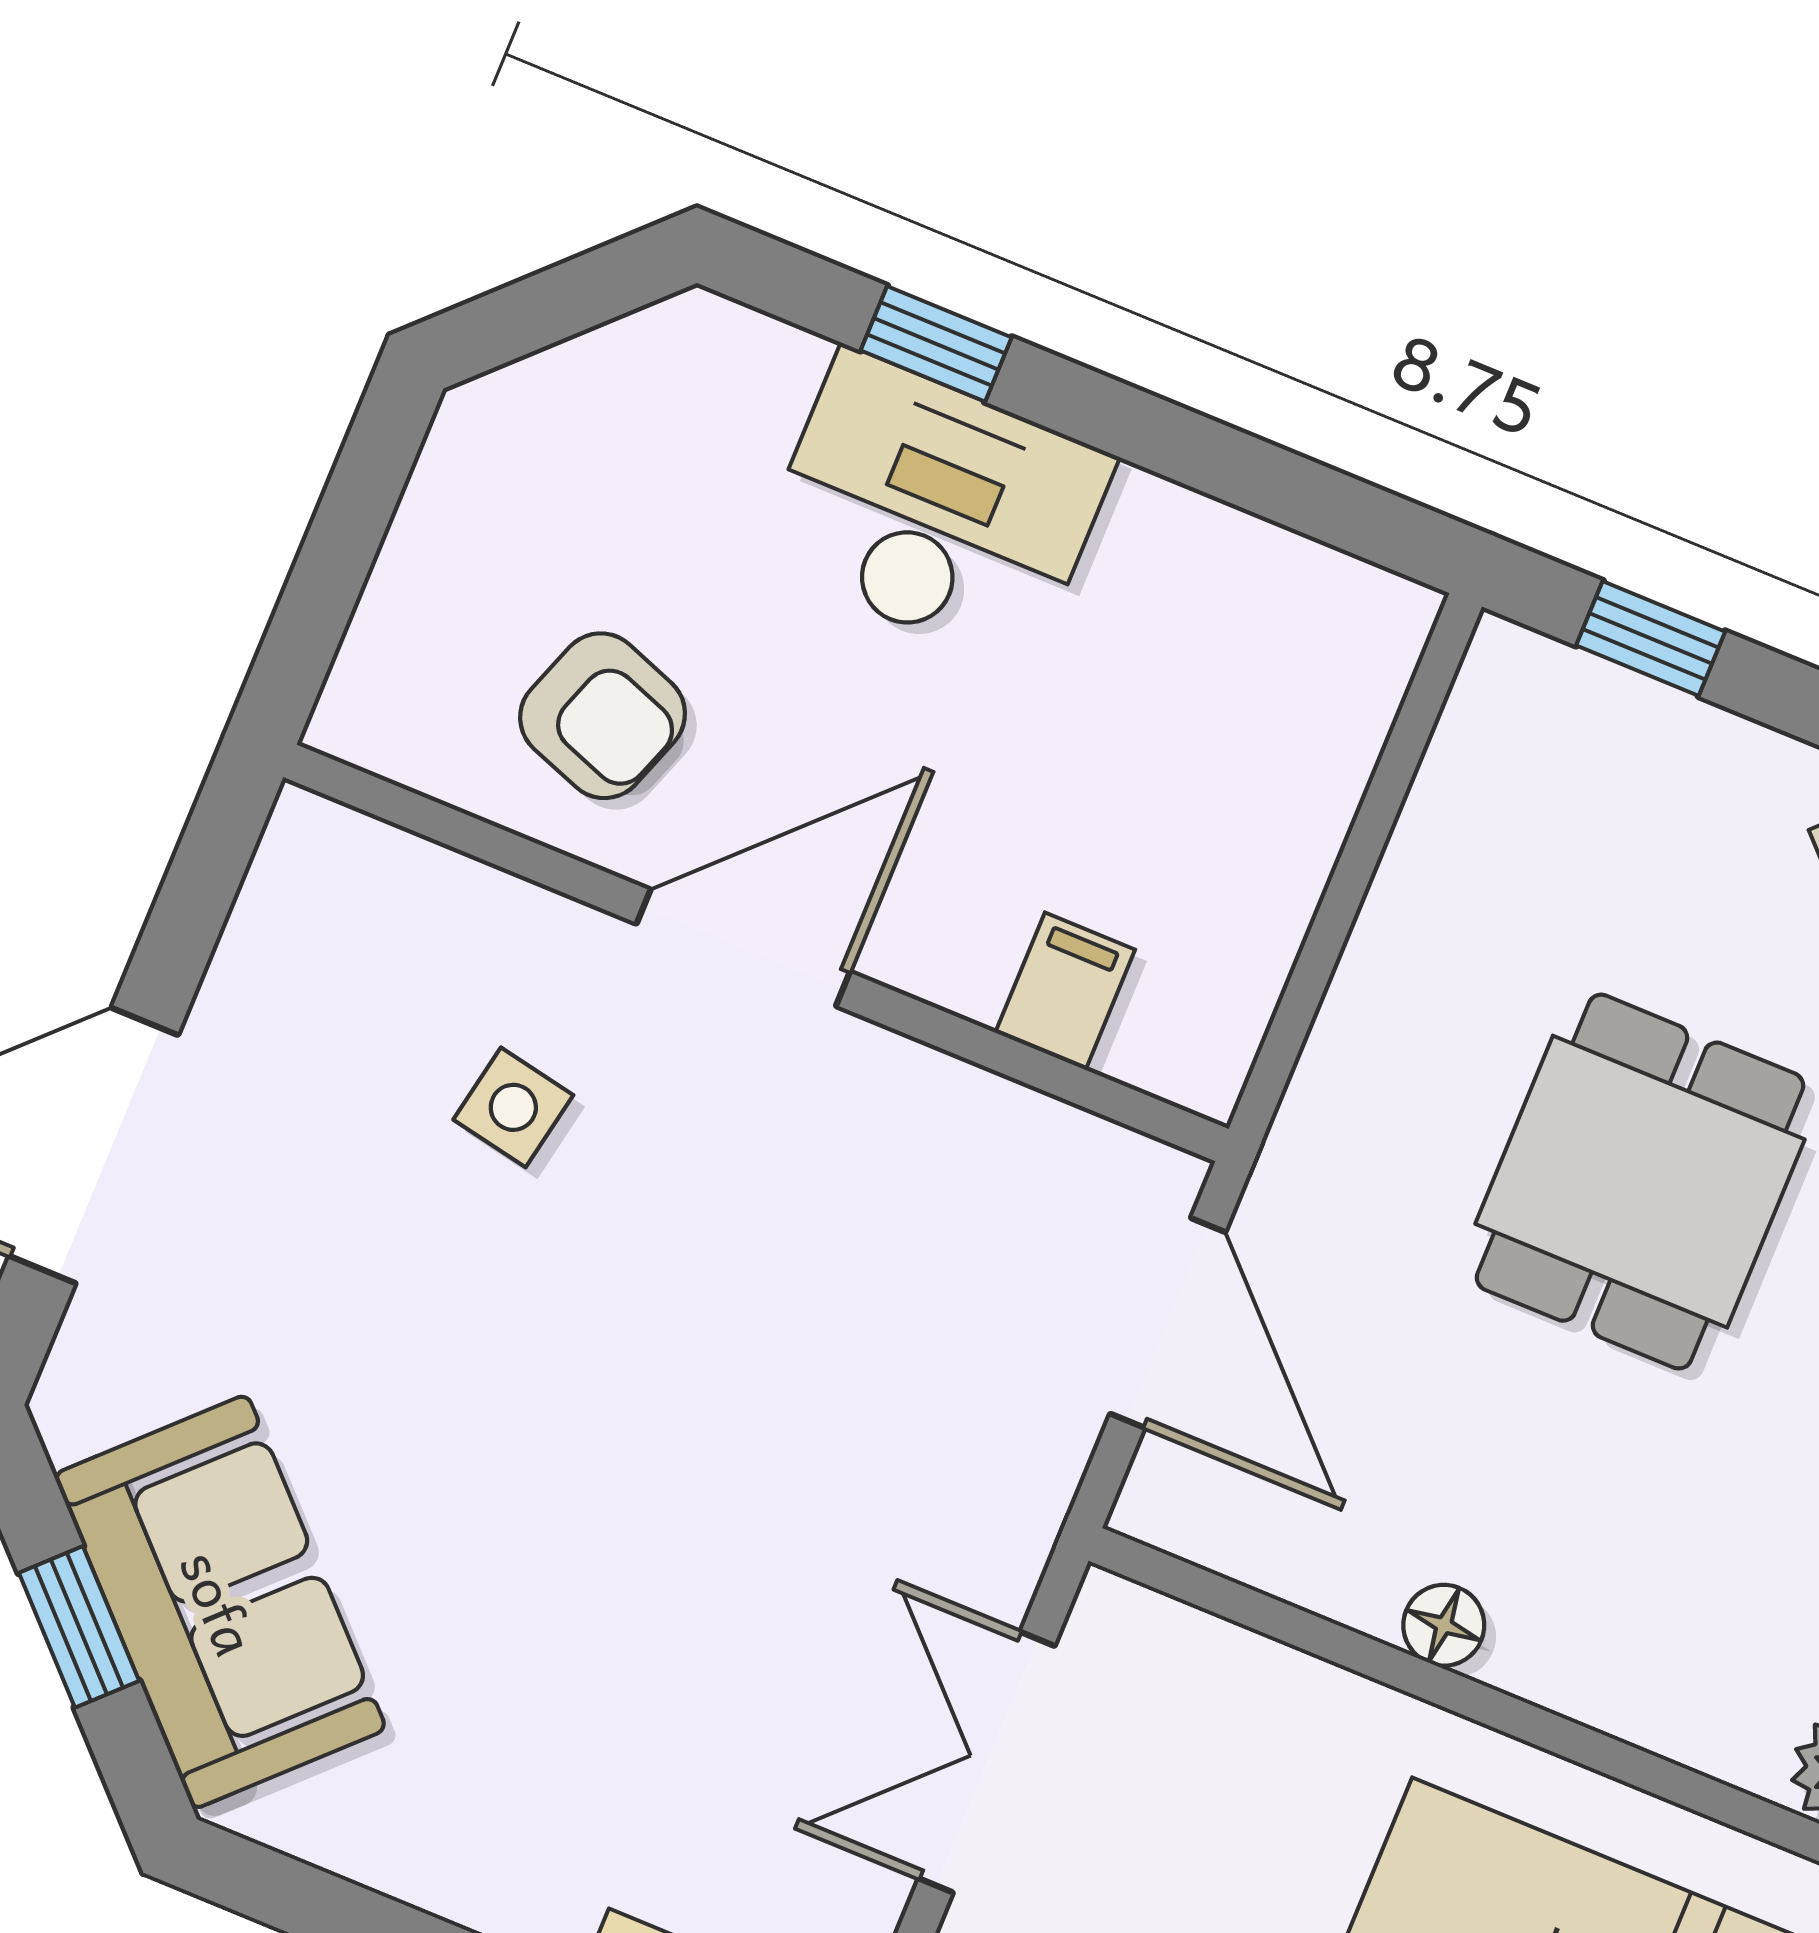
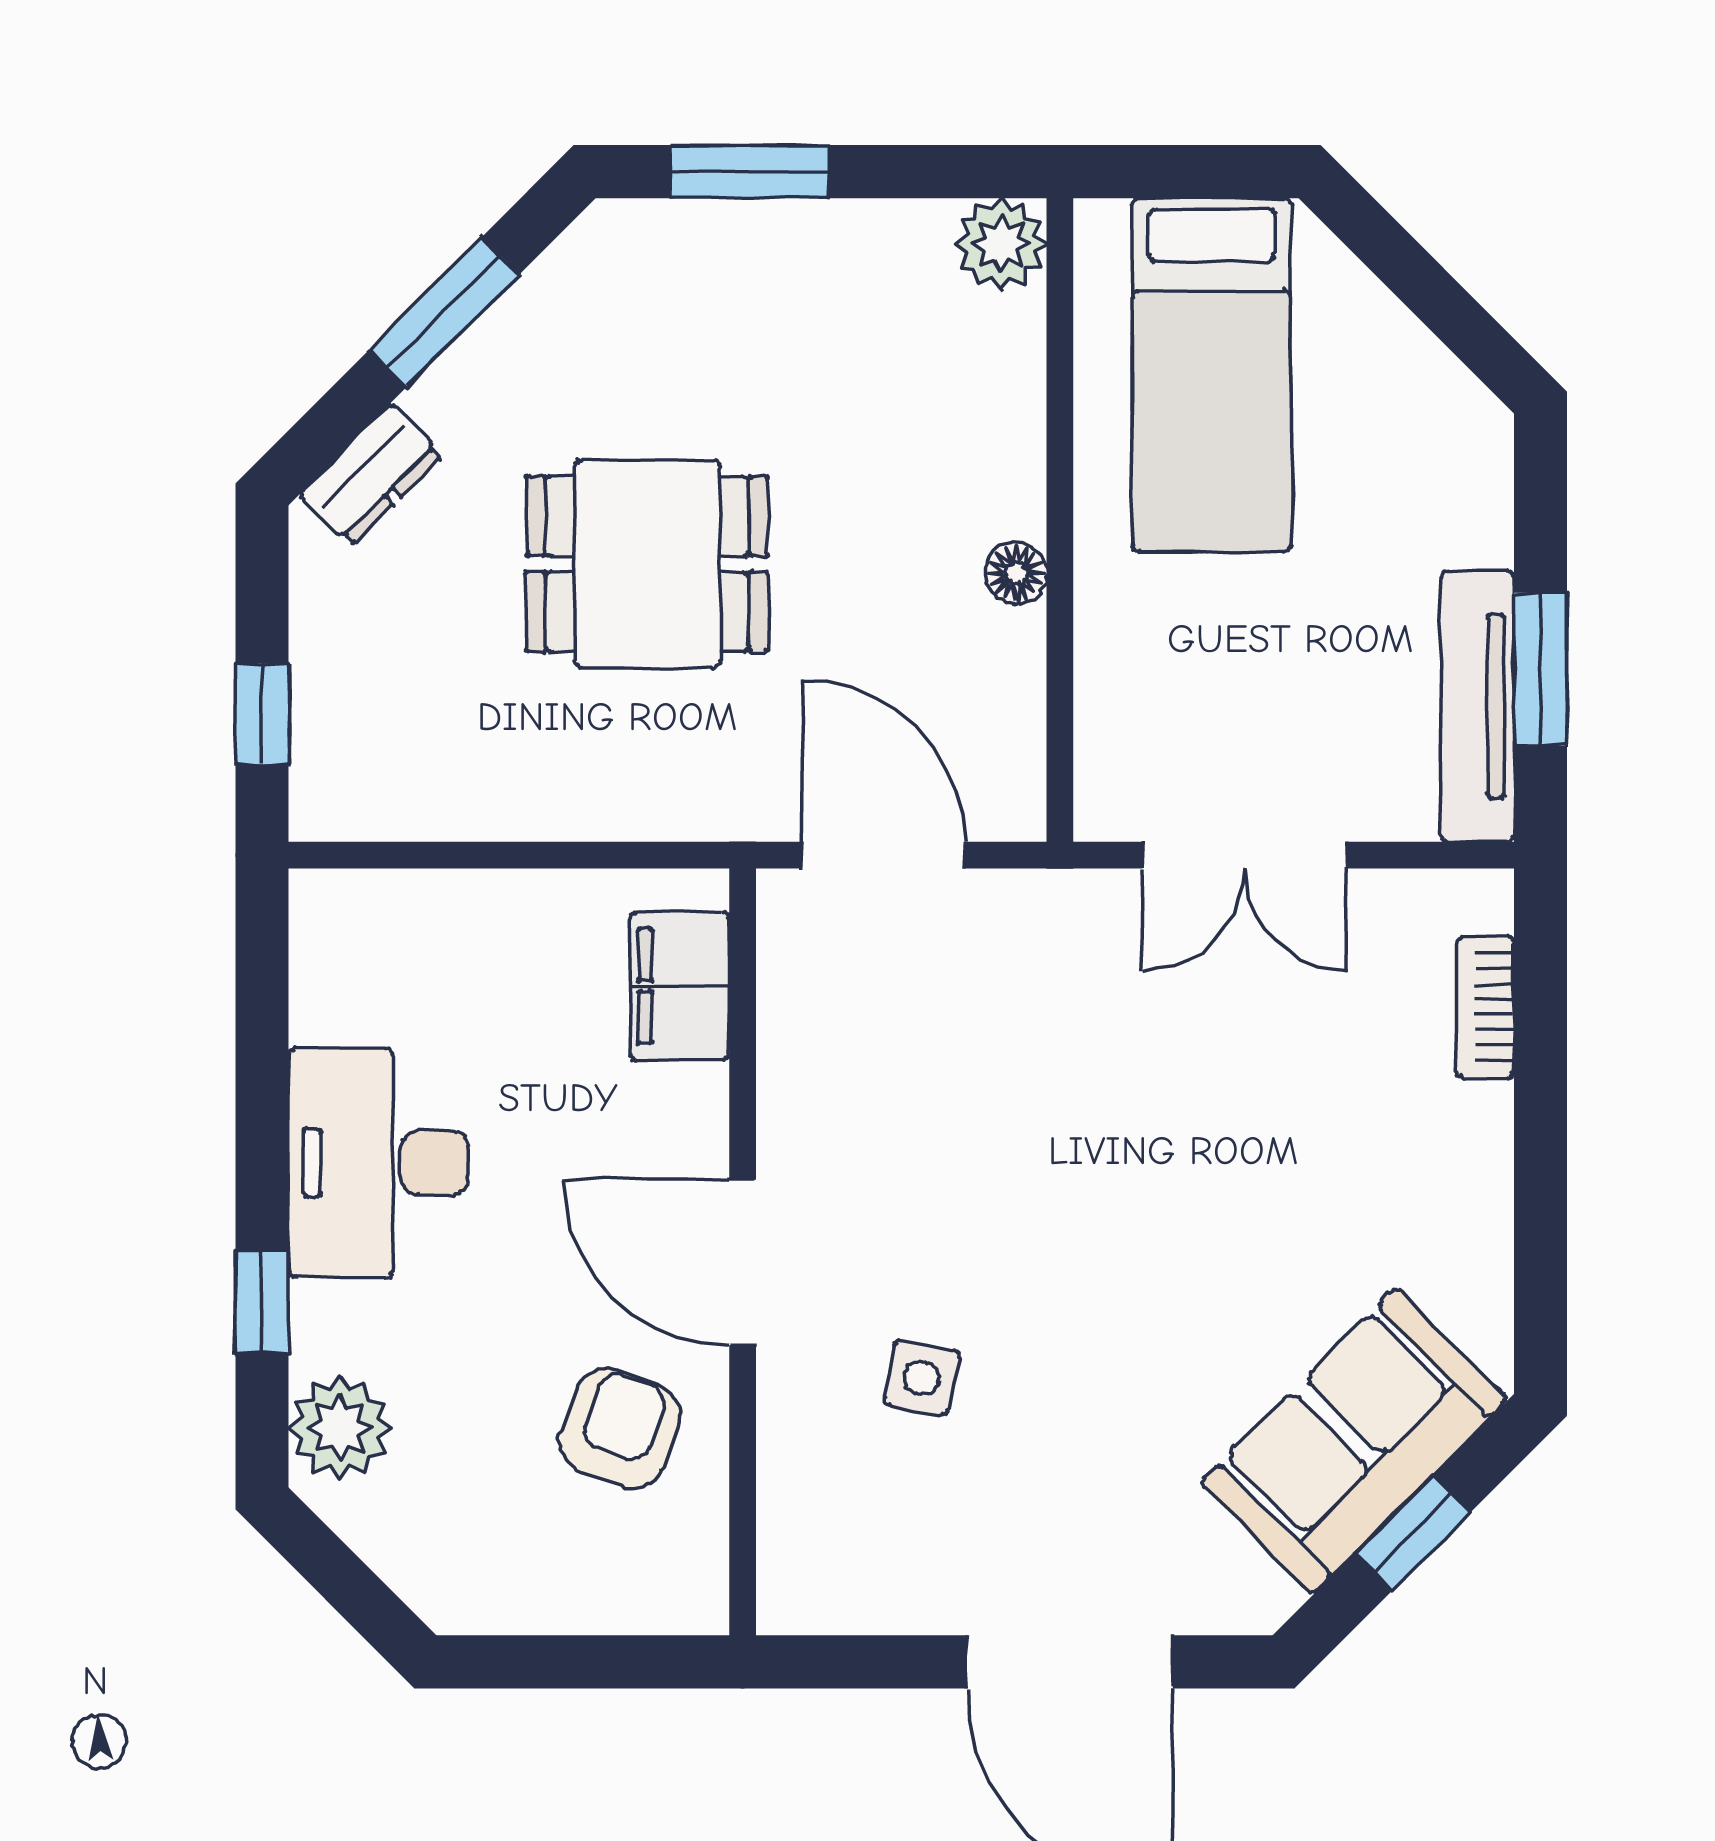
plant: (743, 376) -> (340, 1428), added
desk: (935, 509) -> (379, 1163), moved
filing cabinet: (1065, 991) -> (680, 986), width x2.00
door: (1168, 1323) -> (883, 855), hinge flipped

